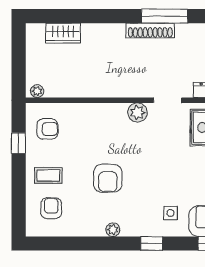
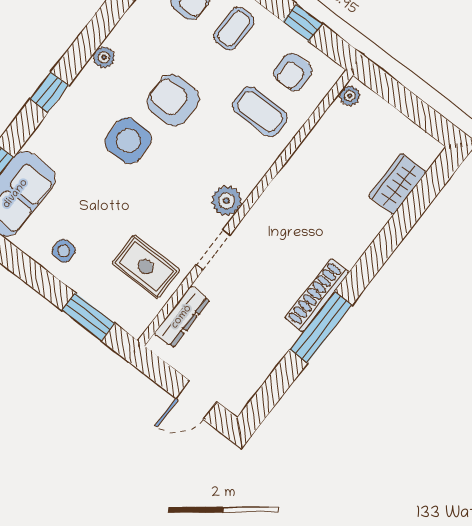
coffee table: (80, 130) -> (260, 112), added
side table: (171, 213) -> (128, 141), moved, width x1.87, depth x1.87

